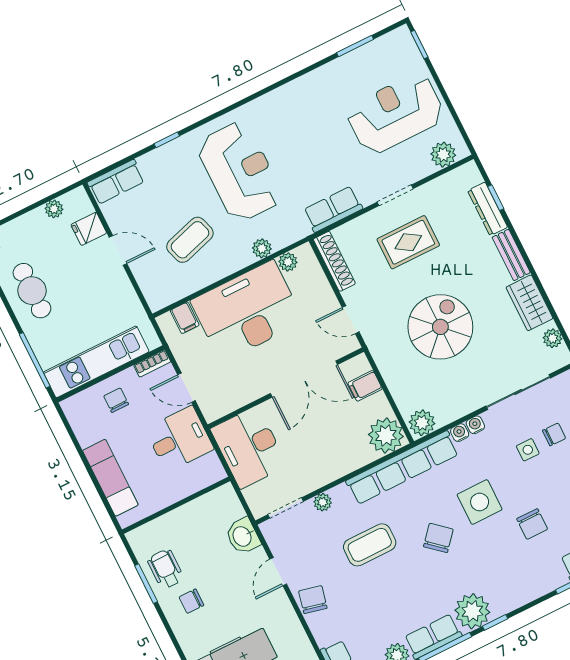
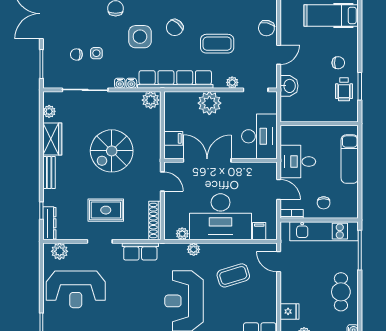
dresser: (488, 209) -> (49, 223), moved
door: (118, 250) -> (279, 262), moved
plant: (386, 435) -> (209, 103), moved

